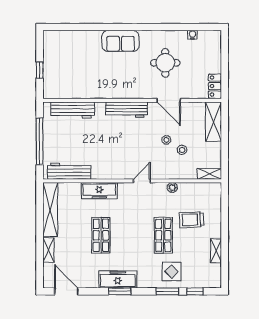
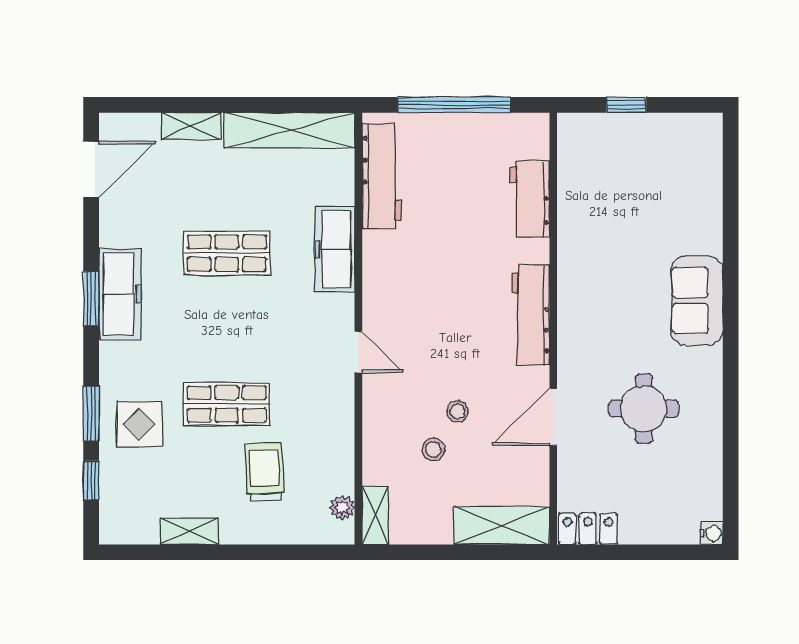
water cooler: (192, 35) -> (712, 533), moved
workbench: (73, 110) -> (530, 199), width x0.73
plant: (172, 187) -> (342, 508), moved

